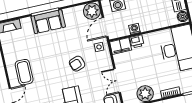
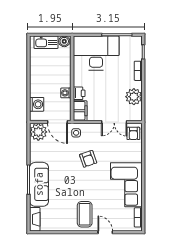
sofa: (48, 22) -> (39, 184), width x1.36
coffee table: (24, 72) -> (85, 214), turned 90

